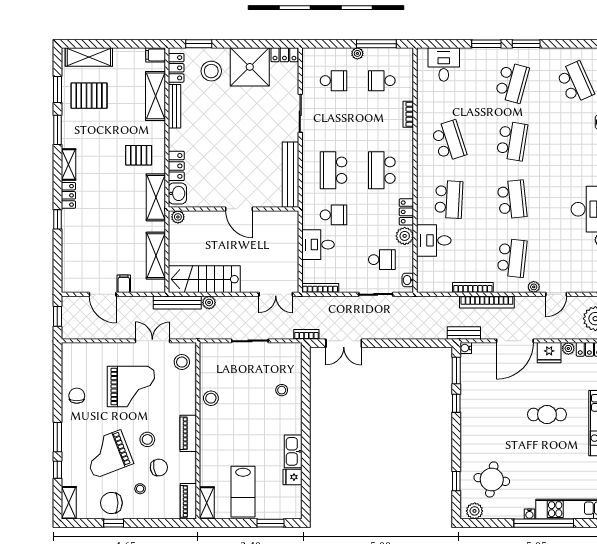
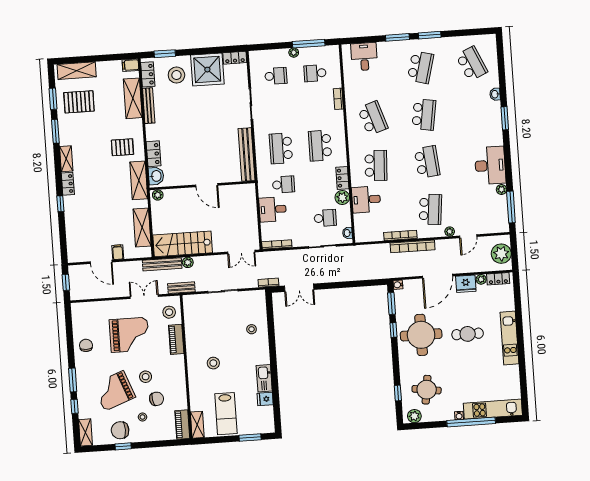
bench: (464, 333) -> (181, 288), moved
stool: (211, 398) -> (213, 363), moved
round table: (490, 412) -> (421, 335), added
piano: (188, 433) -> (176, 339), moved

